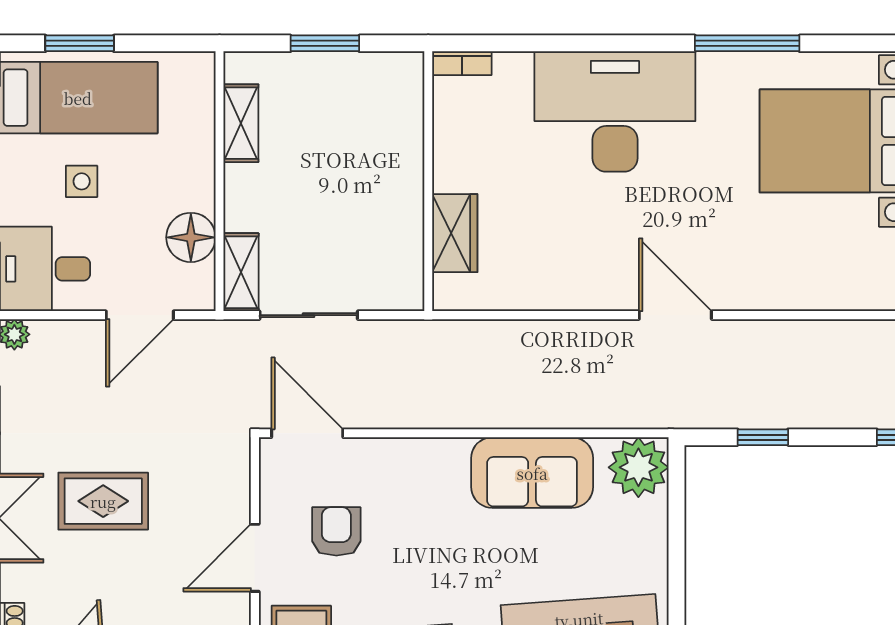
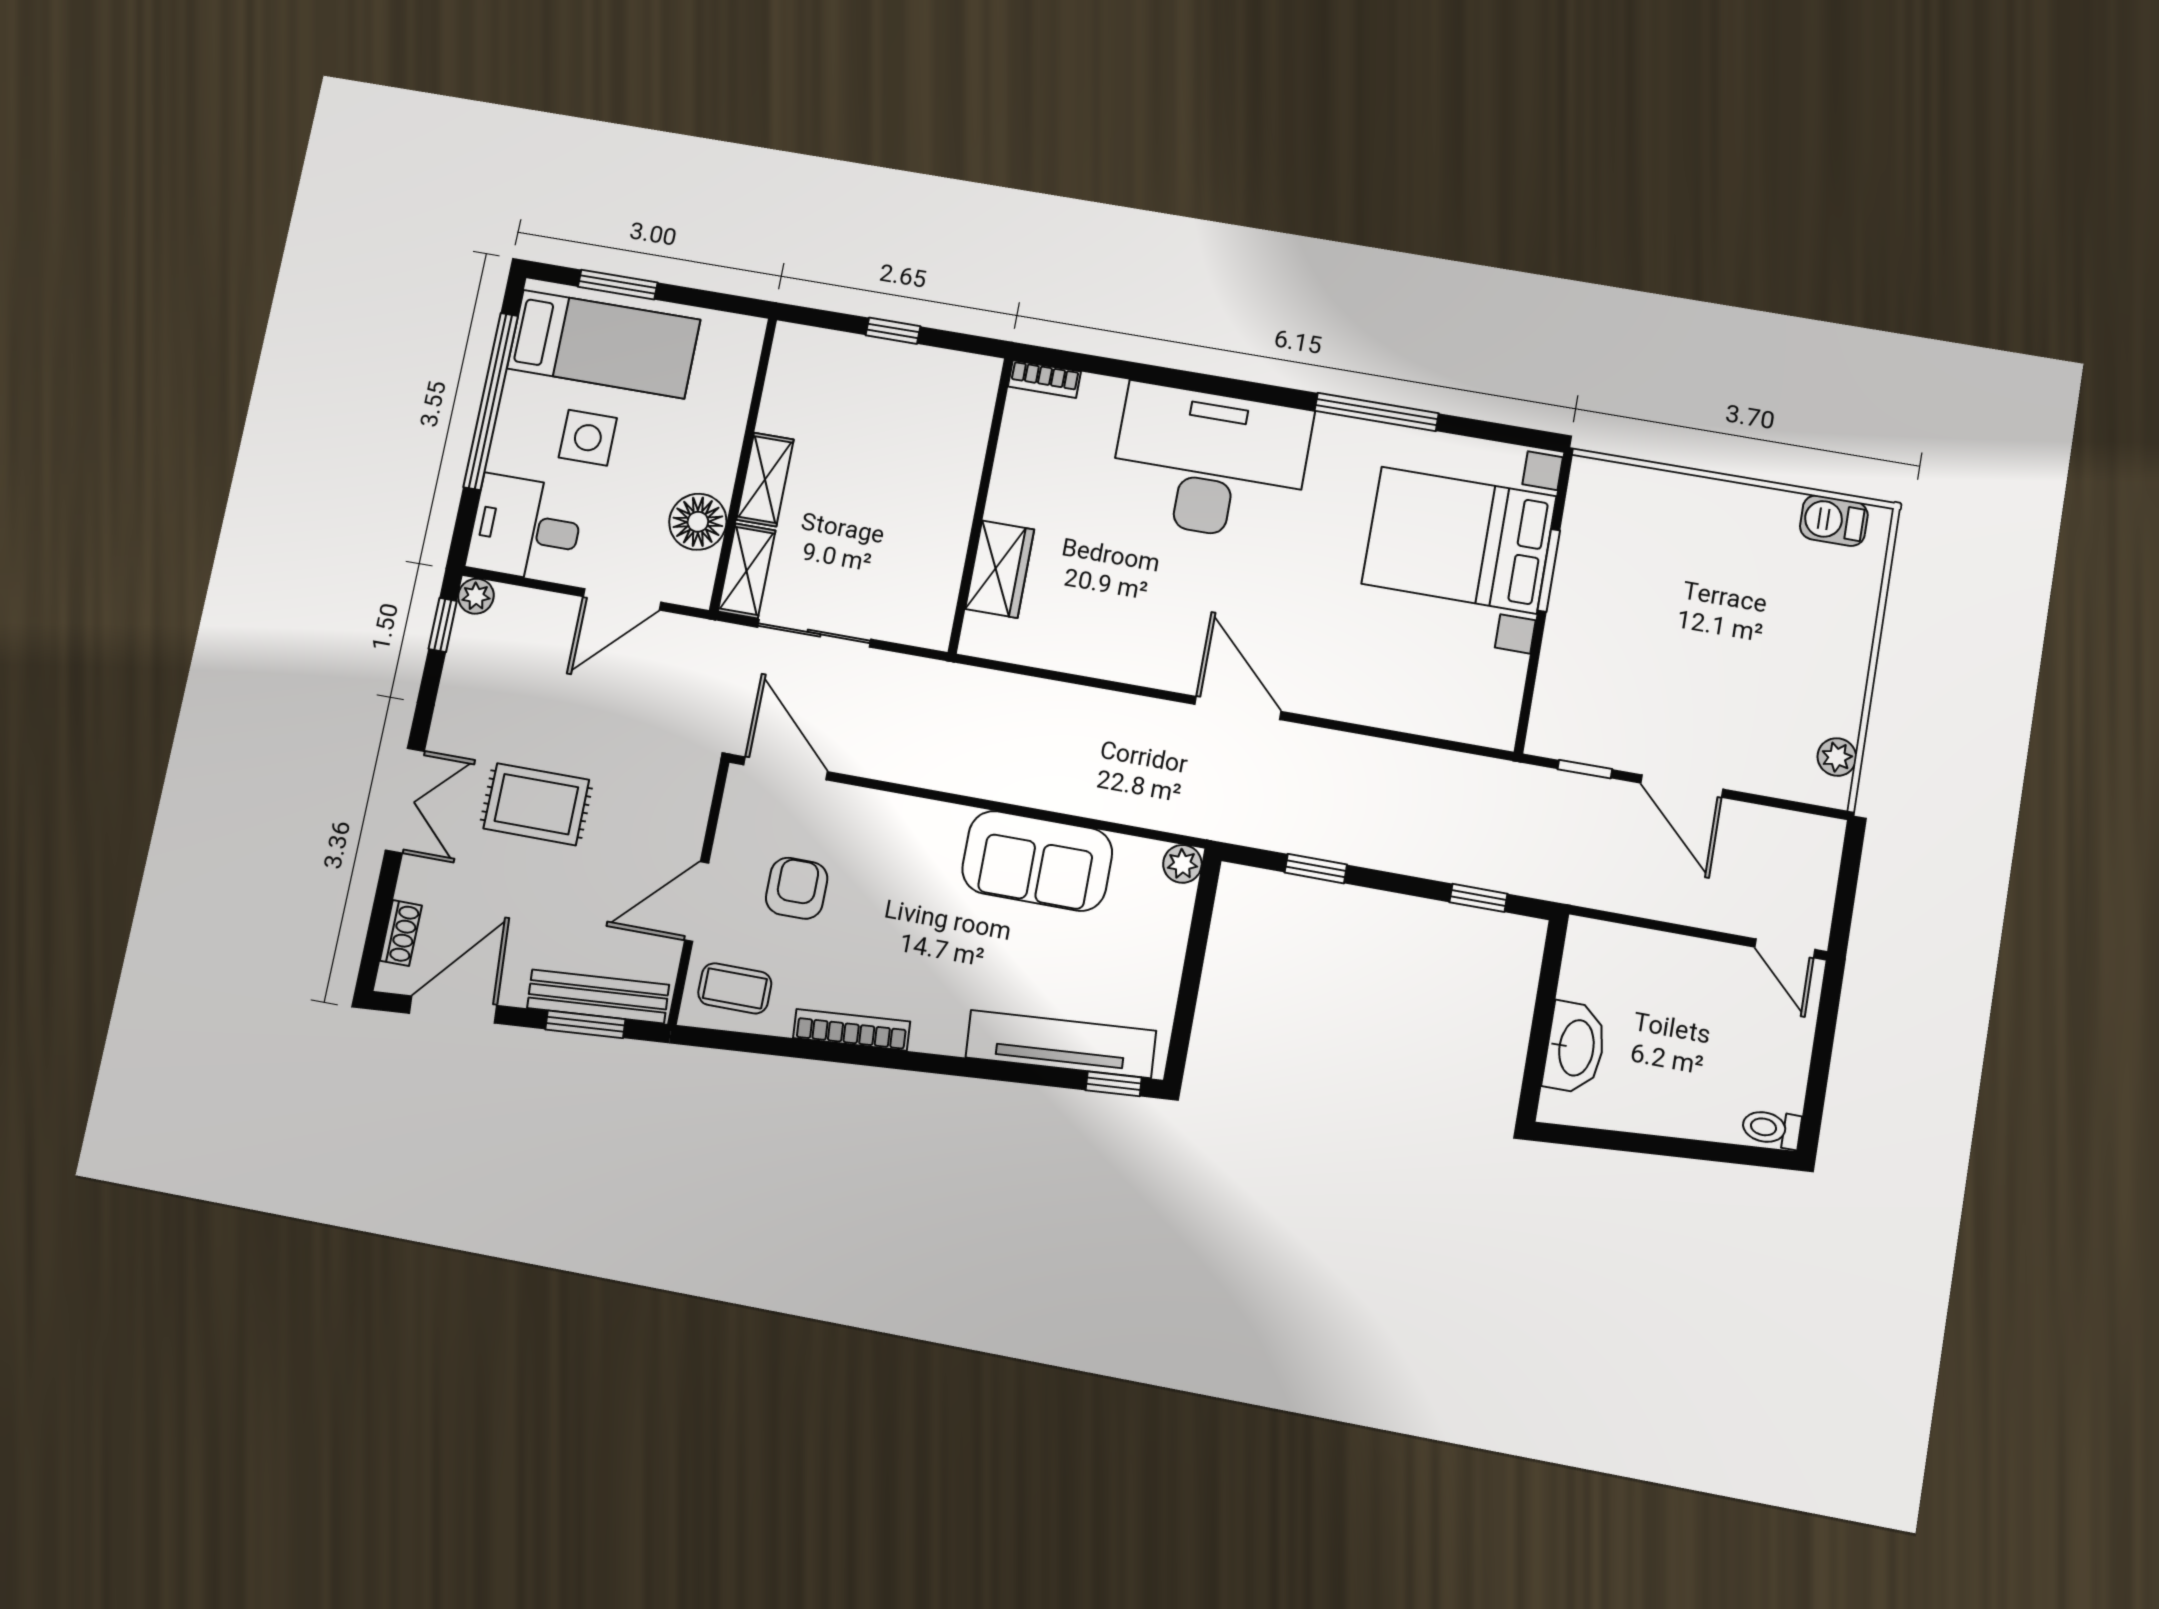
window: (325, 43) -> (893, 331), width x0.67
shelving: (241, 123) -> (765, 480), moved
side table: (82, 181) -> (588, 438), width x1.37, depth x1.37
plant: (638, 467) -> (1182, 864), width x0.53, depth x0.53

